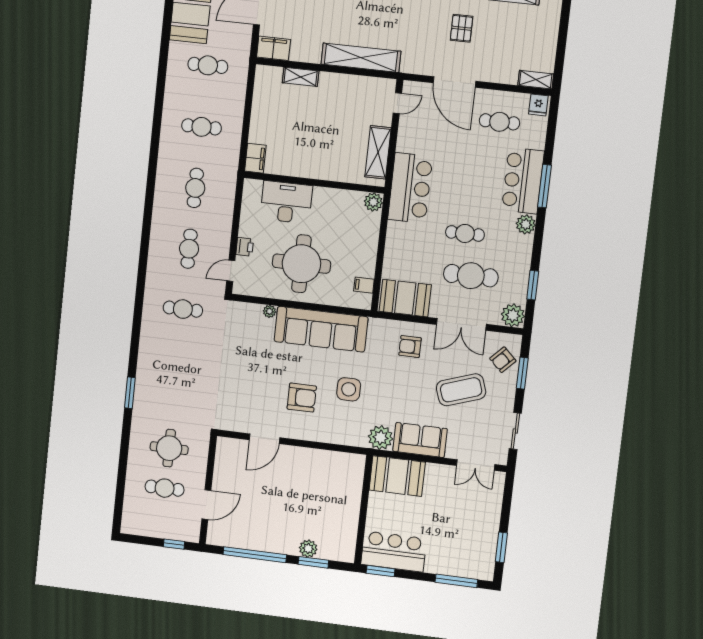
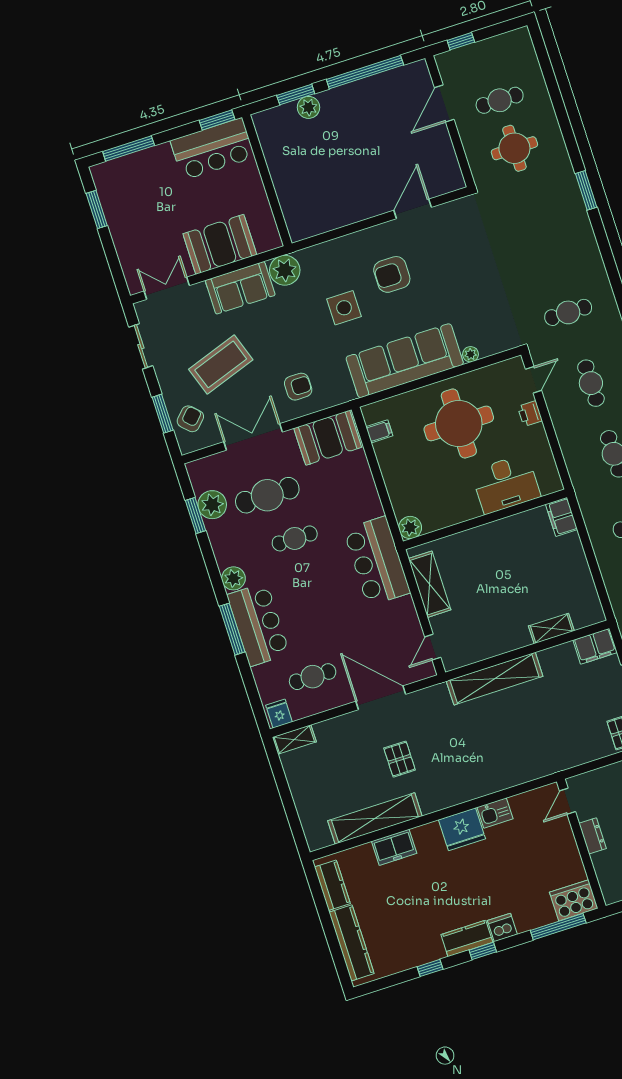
plant: (513, 315) -> (212, 505), moved
booth: (397, 476) -> (220, 244), moved

